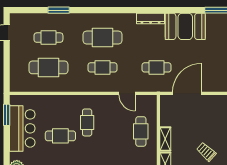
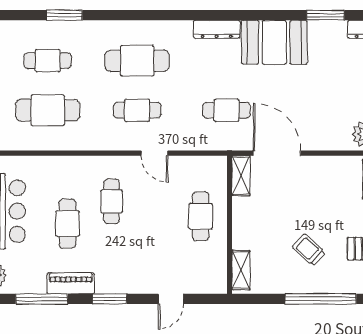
door: (127, 93) -> (155, 153), moved
door: (187, 93) -> (277, 153), hinge flipped
cafe table: (60, 136) -> (67, 224), turned 90
shelving: (165, 139) -> (241, 175), moved

